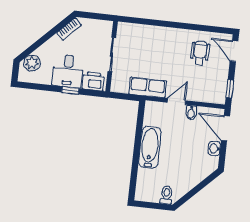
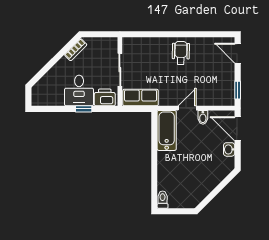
wheelchair: (200, 53) -> (181, 53), moved
plant: (32, 63) -> (44, 86), removed
row of seats: (148, 87) -> (141, 98), moved
bathtub: (150, 147) -> (167, 130), moved
toilet: (167, 195) -> (163, 200), moved

